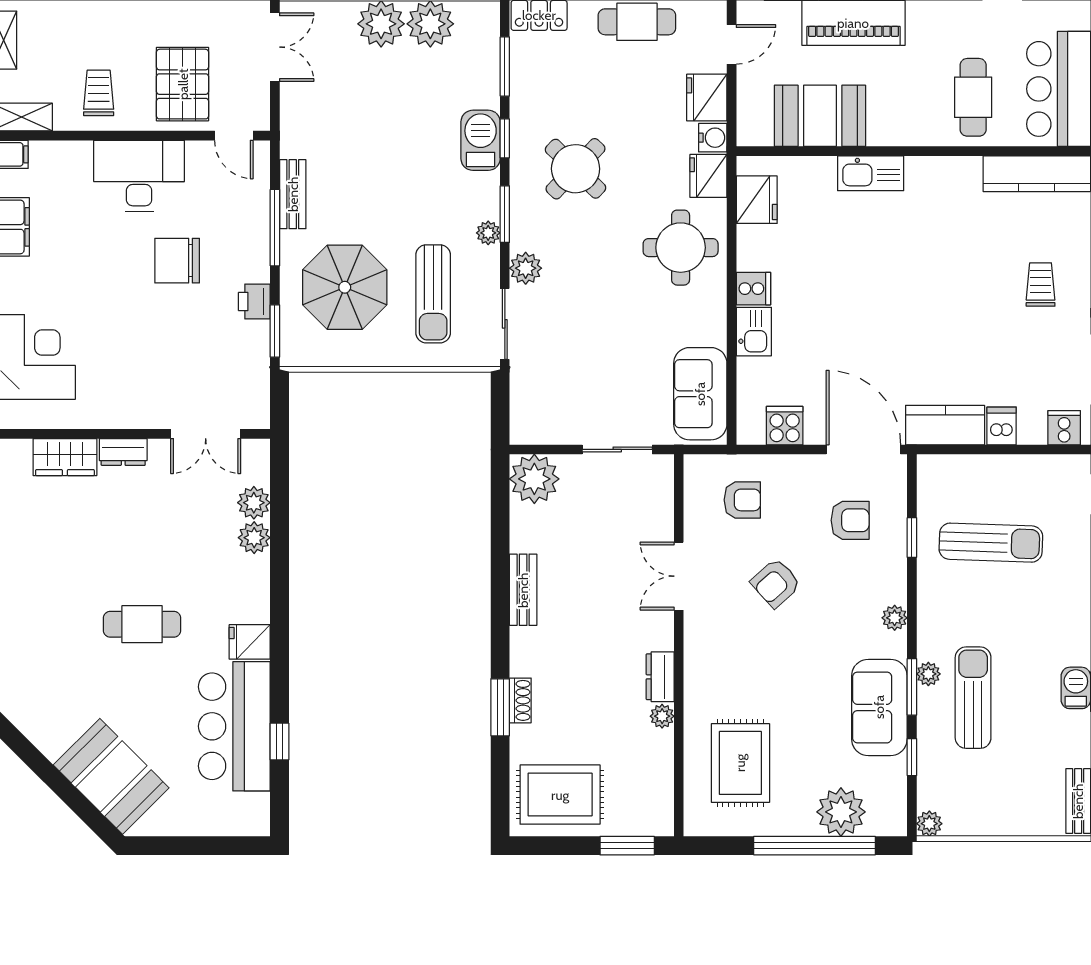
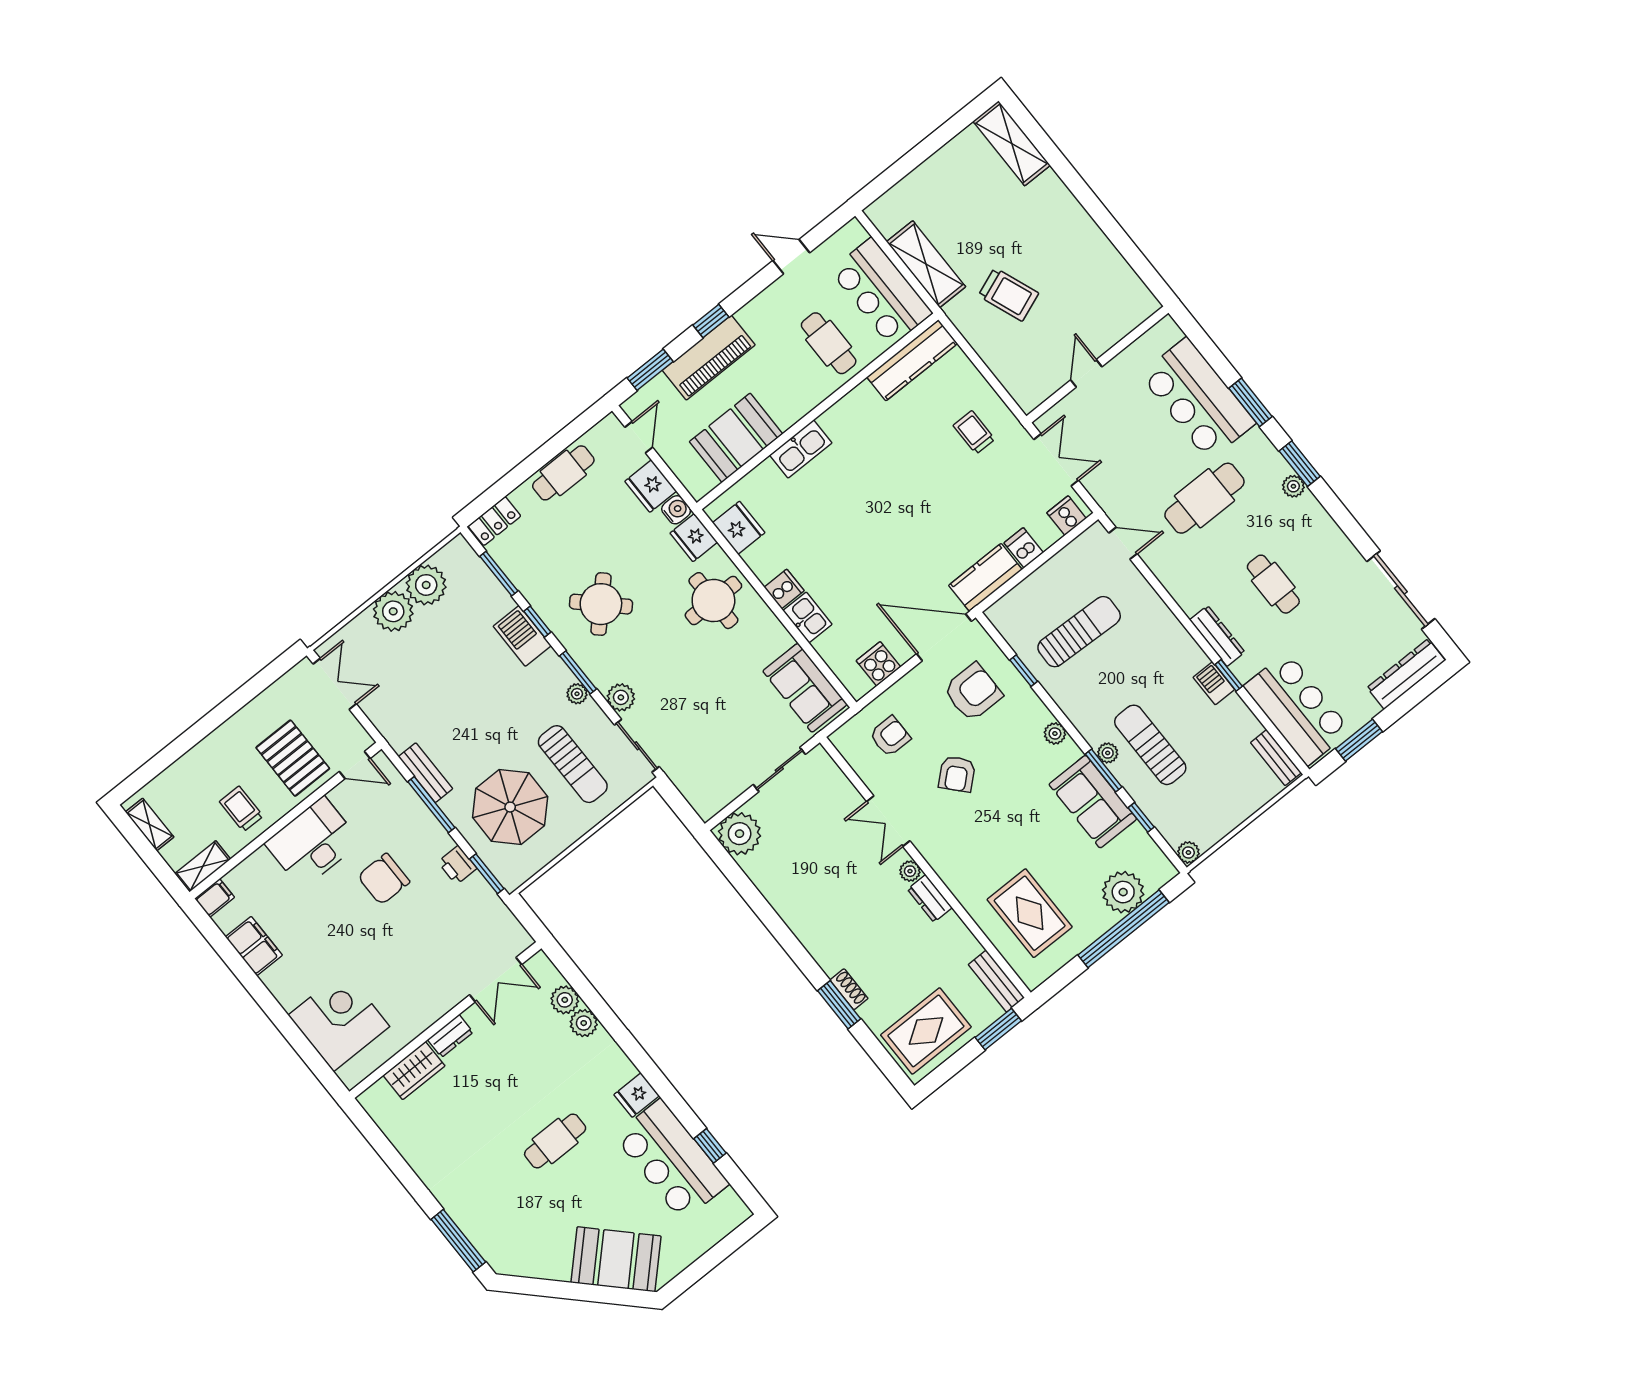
armchair: (850, 520) -> (973, 692), width x1.38, depth x1.38
bench: (523, 590) -> (996, 981), moved
plant: (662, 716) -> (910, 871), moved

